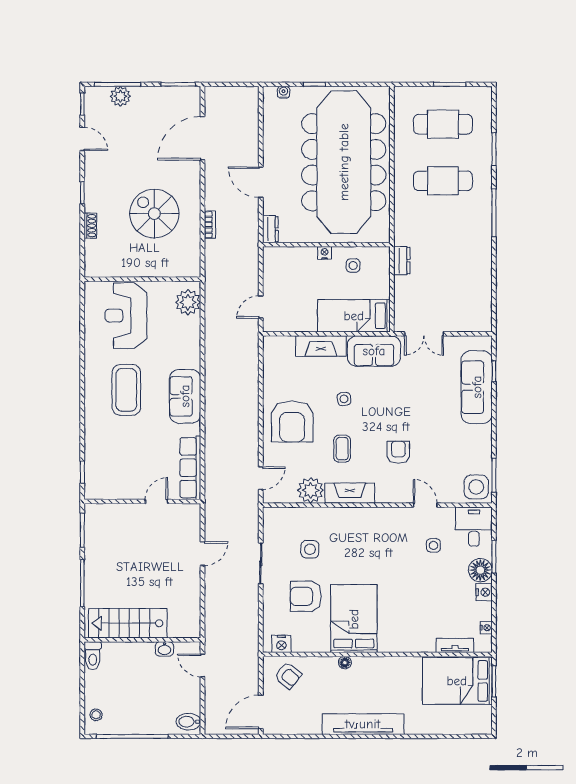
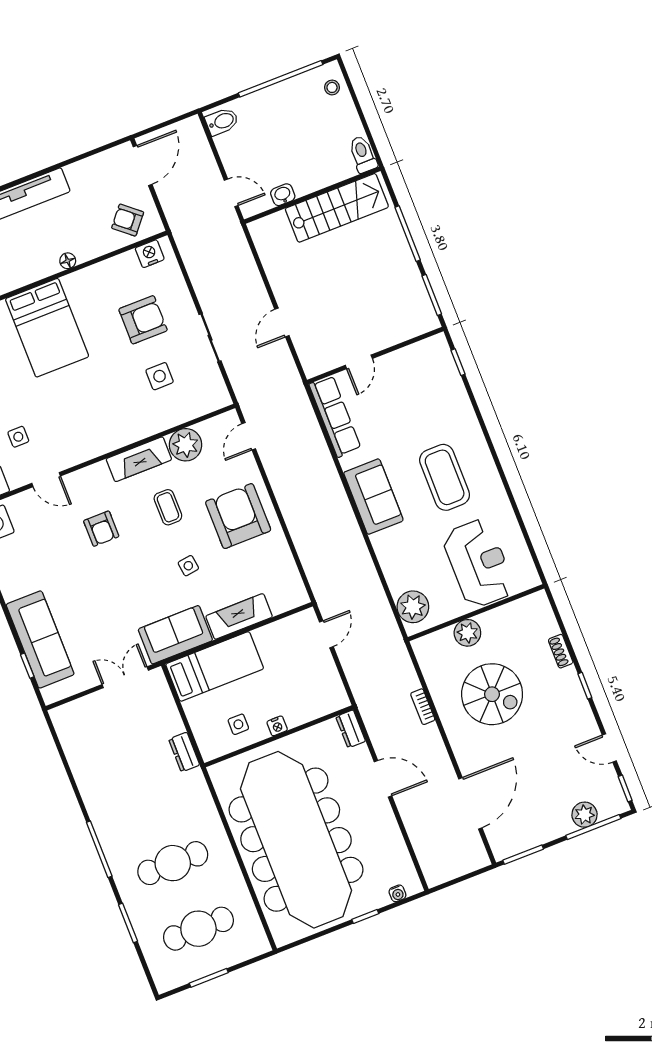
plant: (155, 267) -> (467, 633), added
bed: (354, 619) -> (47, 328), moved

